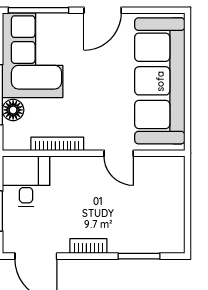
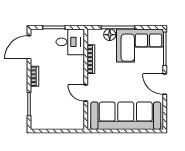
door: (119, 153) -> (86, 93), hinge flipped

